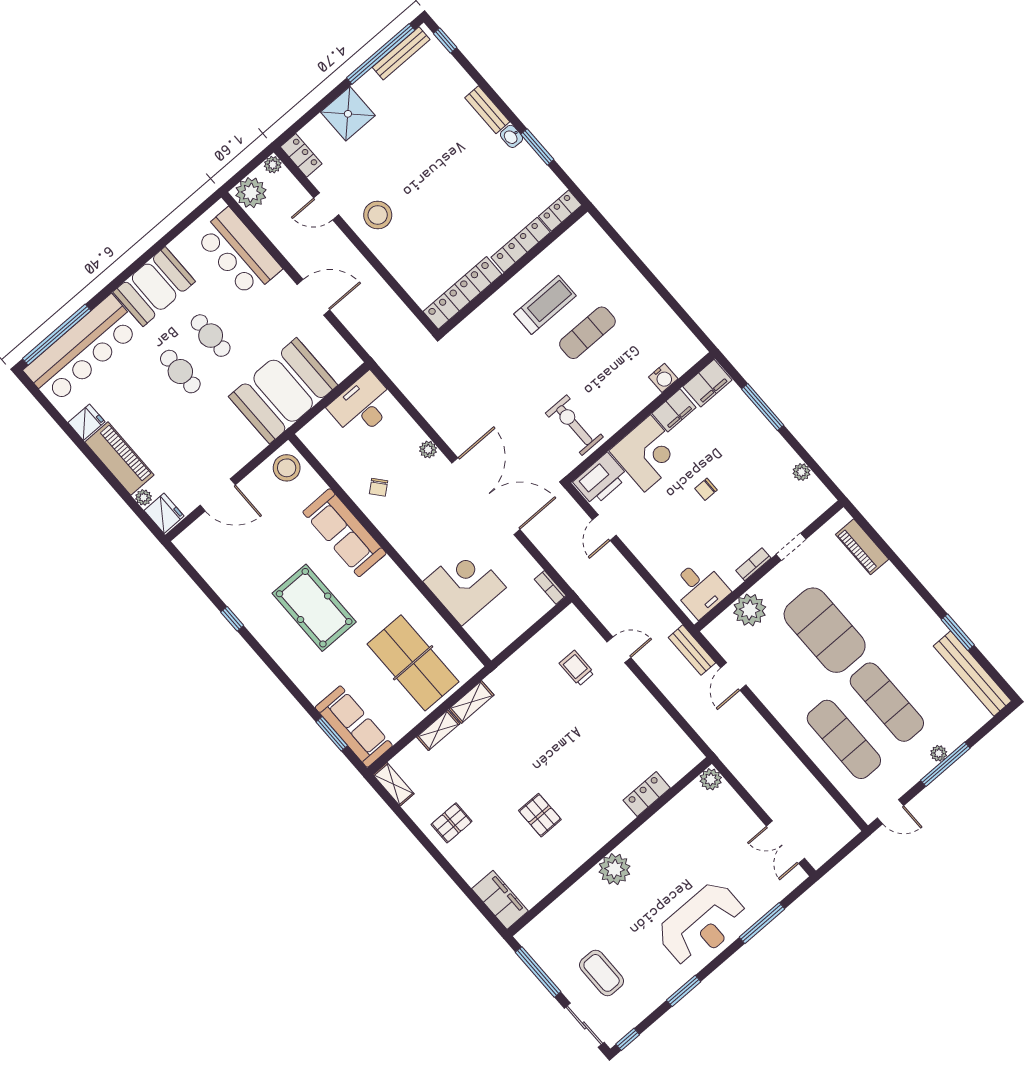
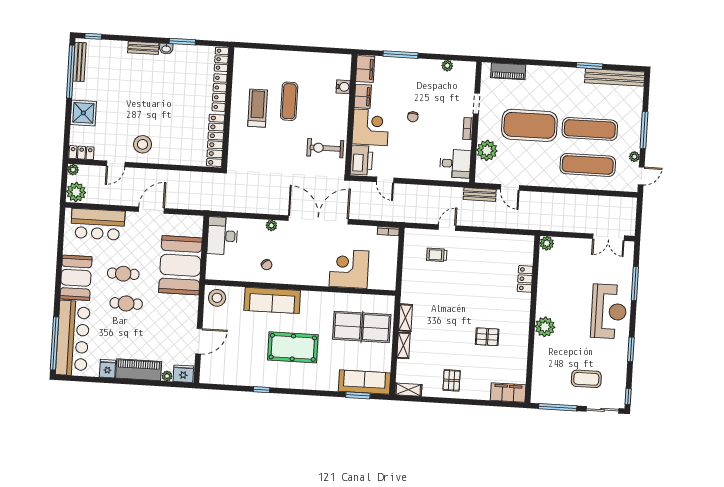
plant: (939, 753) -> (634, 157), moved

